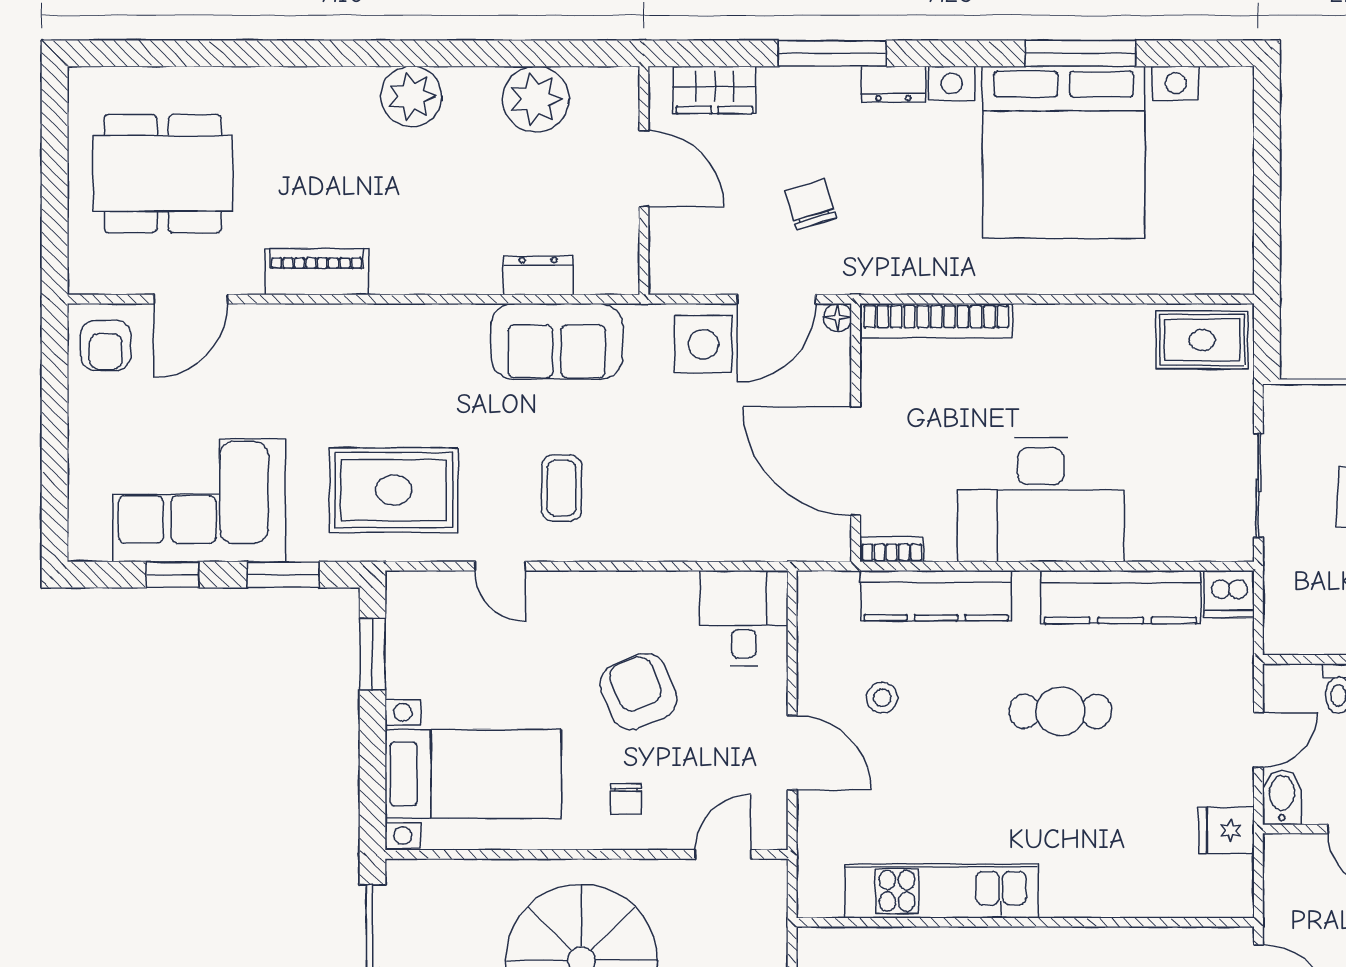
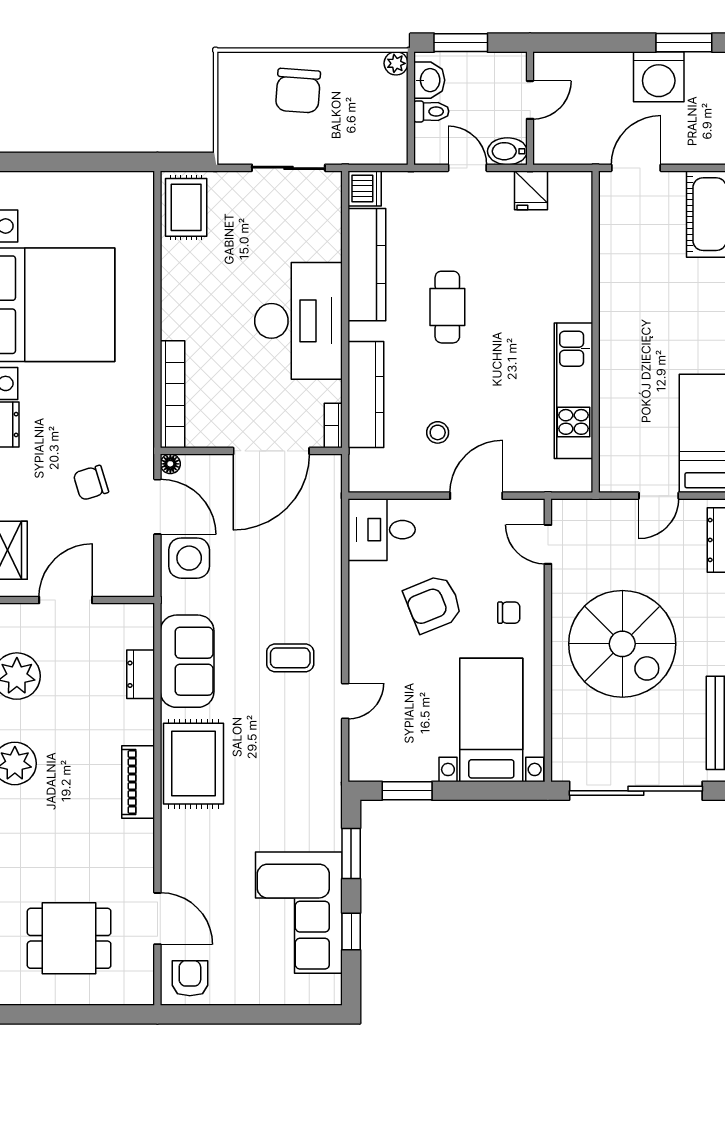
dining table: (163, 174) -> (69, 938), width x0.73
piano: (317, 272) -> (138, 782), moved
armchair: (106, 345) -> (190, 978), turned -90
rug: (394, 490) -> (193, 764), moved

